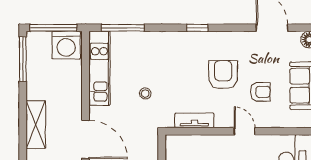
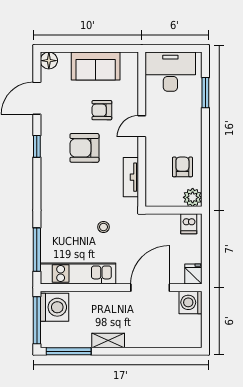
window: (197, 28) -> (37, 146), moved
armchair: (260, 92) -> (102, 110), turned -90
shelving: (36, 124) -> (108, 340), moved, width x0.67, depth x0.75

